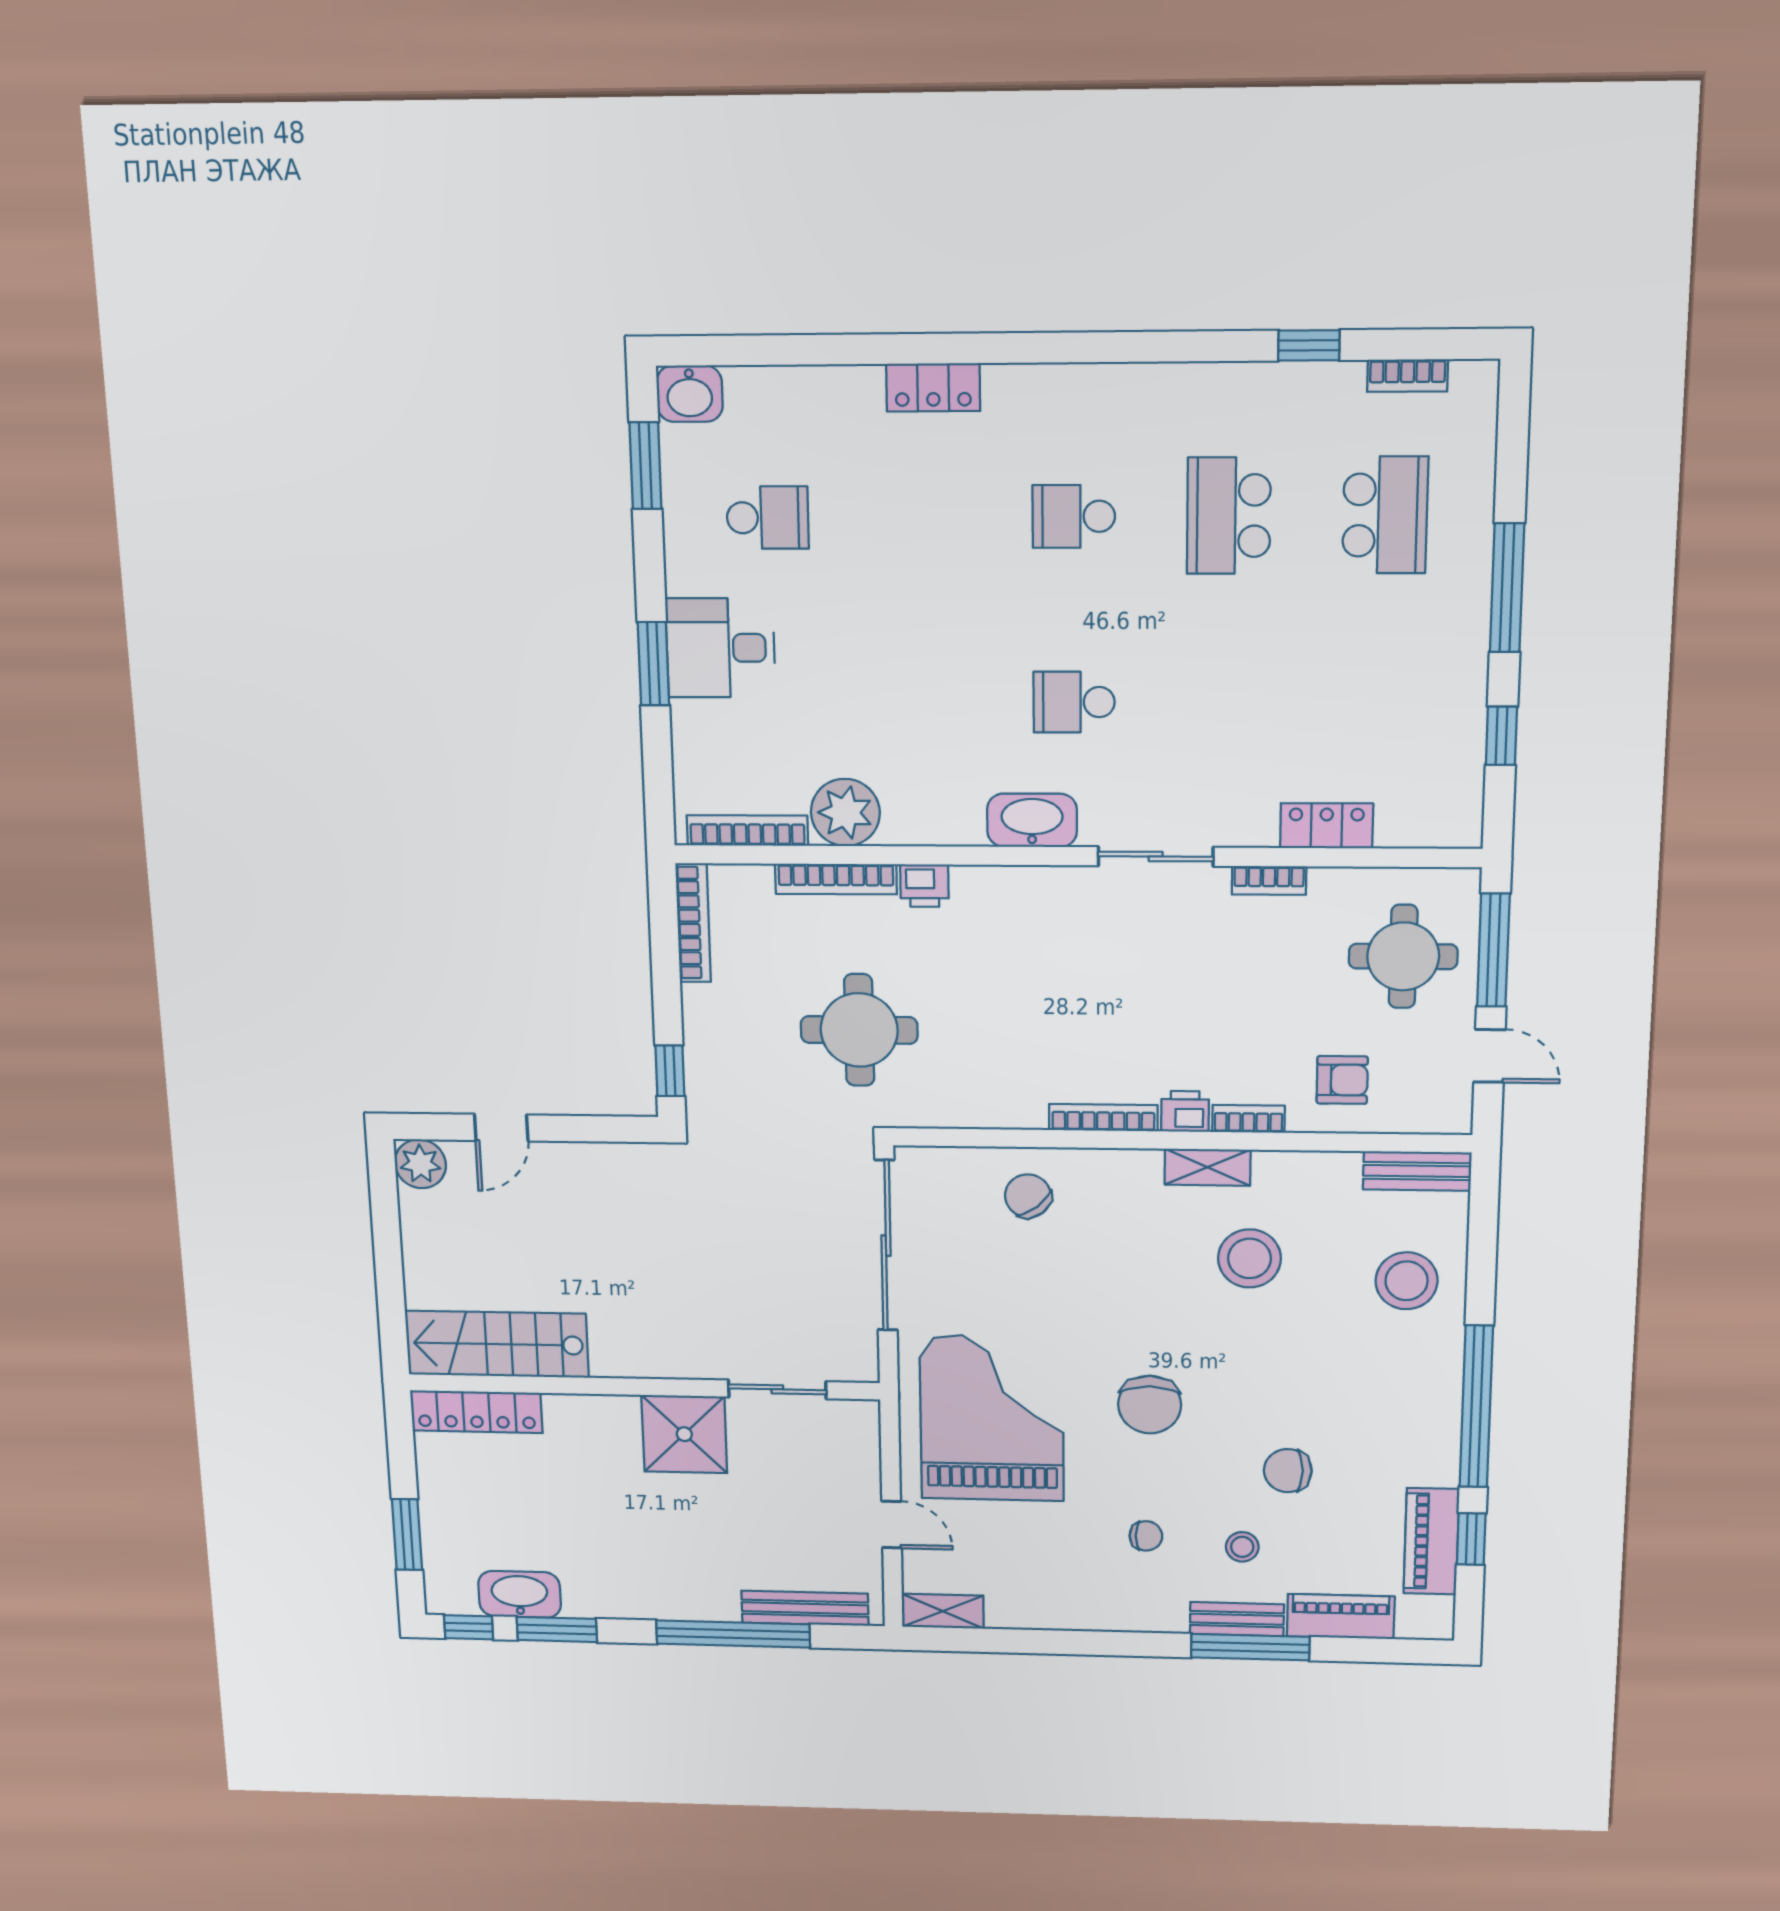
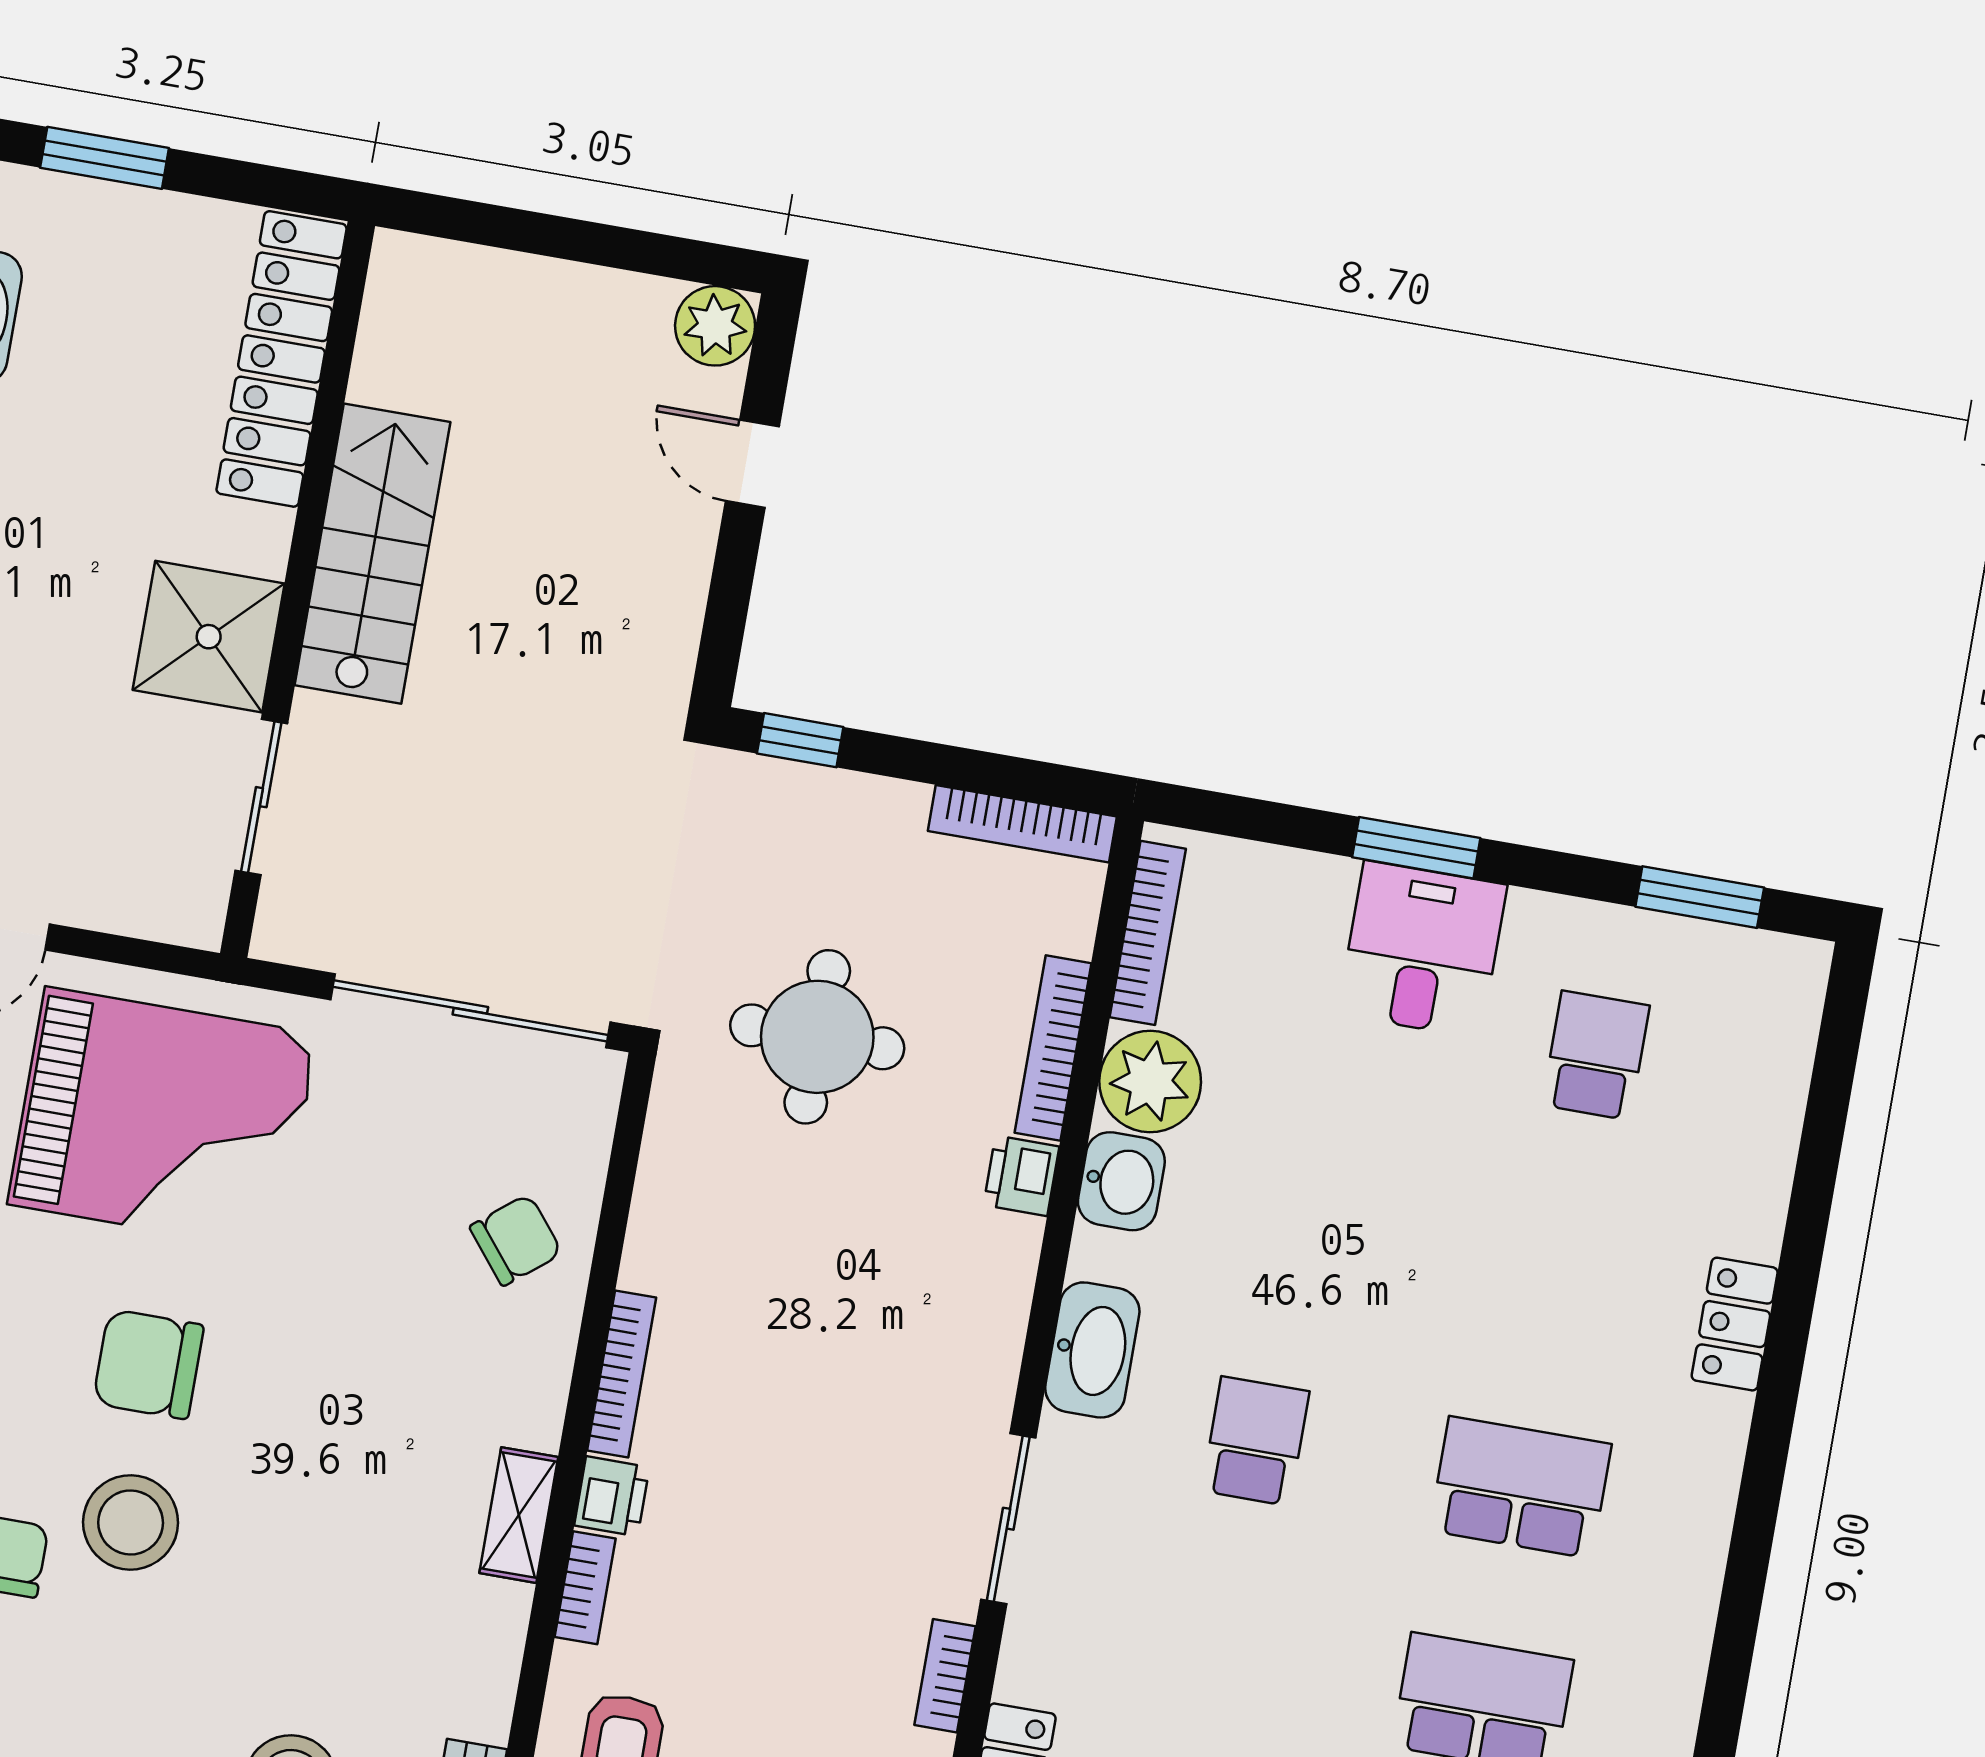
washbasin: (690, 394) -> (1121, 1181), moved, turned 180
school desk: (1074, 516) -> (1520, 1487), width x1.85
school desk: (768, 518) -> (1596, 1055), turned 180
stool: (1249, 1258) -> (131, 1522), moved
stairs: (497, 1344) -> (373, 554), moved
locker: (476, 1412) -> (282, 359), width x1.41, depth x1.21

